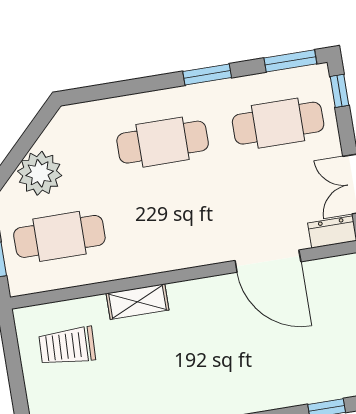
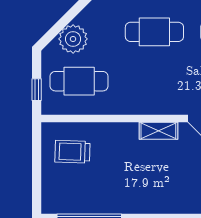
shelving: (137, 302) -> (158, 131), moved

